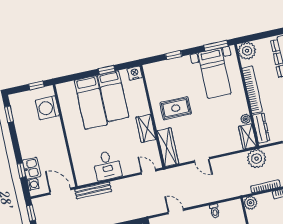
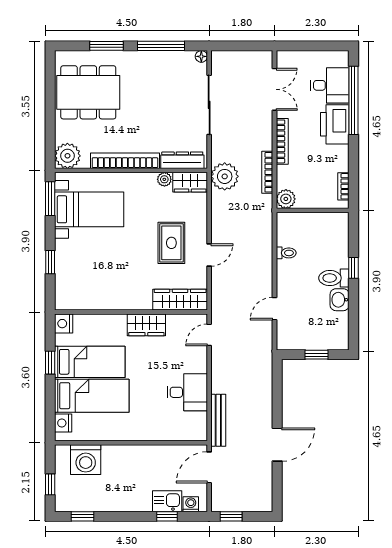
window: (36, 85) -> (50, 484), moved
nightstand: (68, 87) -> (63, 423), added
rug: (176, 108) -> (171, 243), moved

